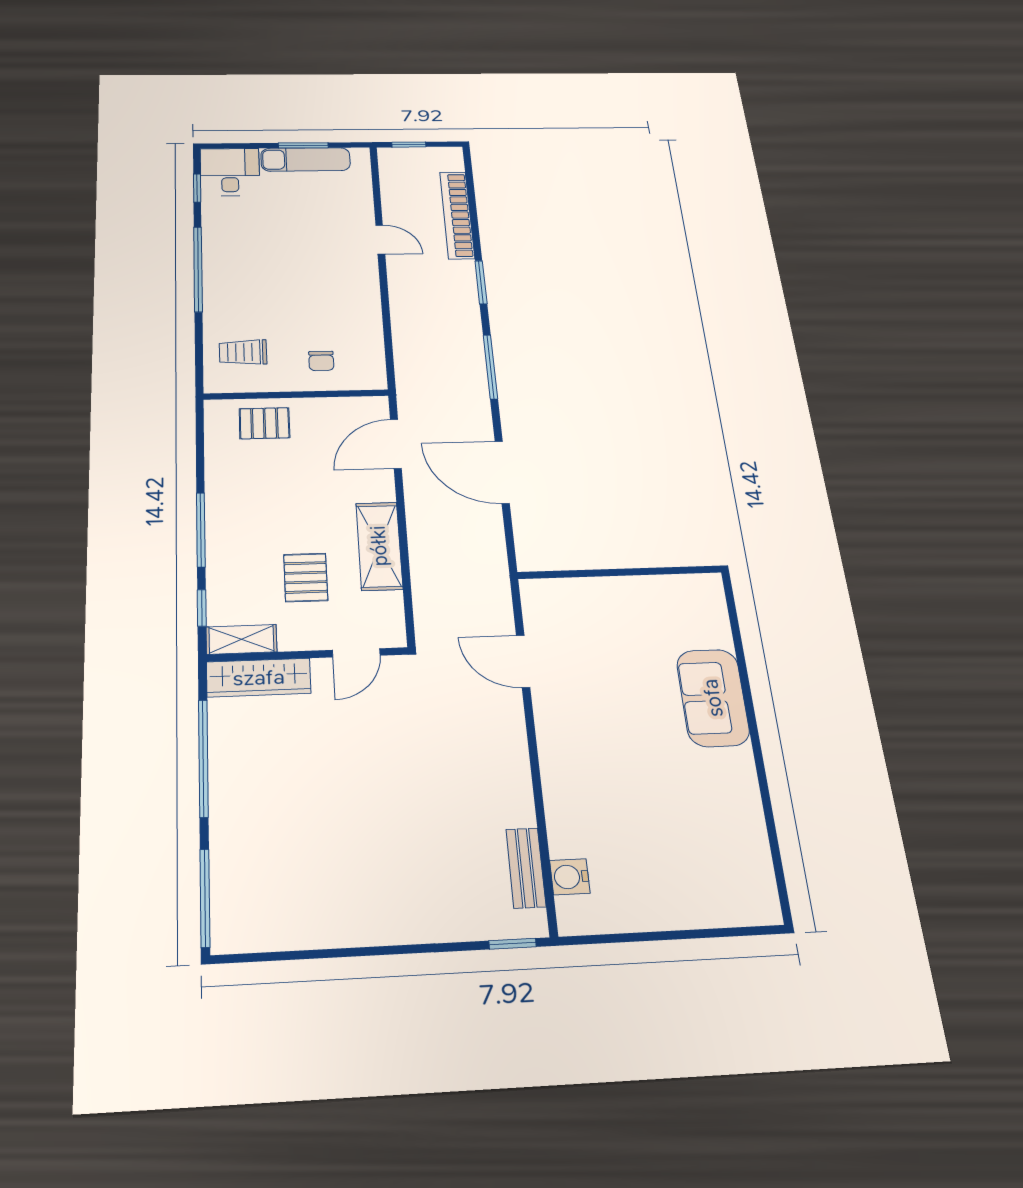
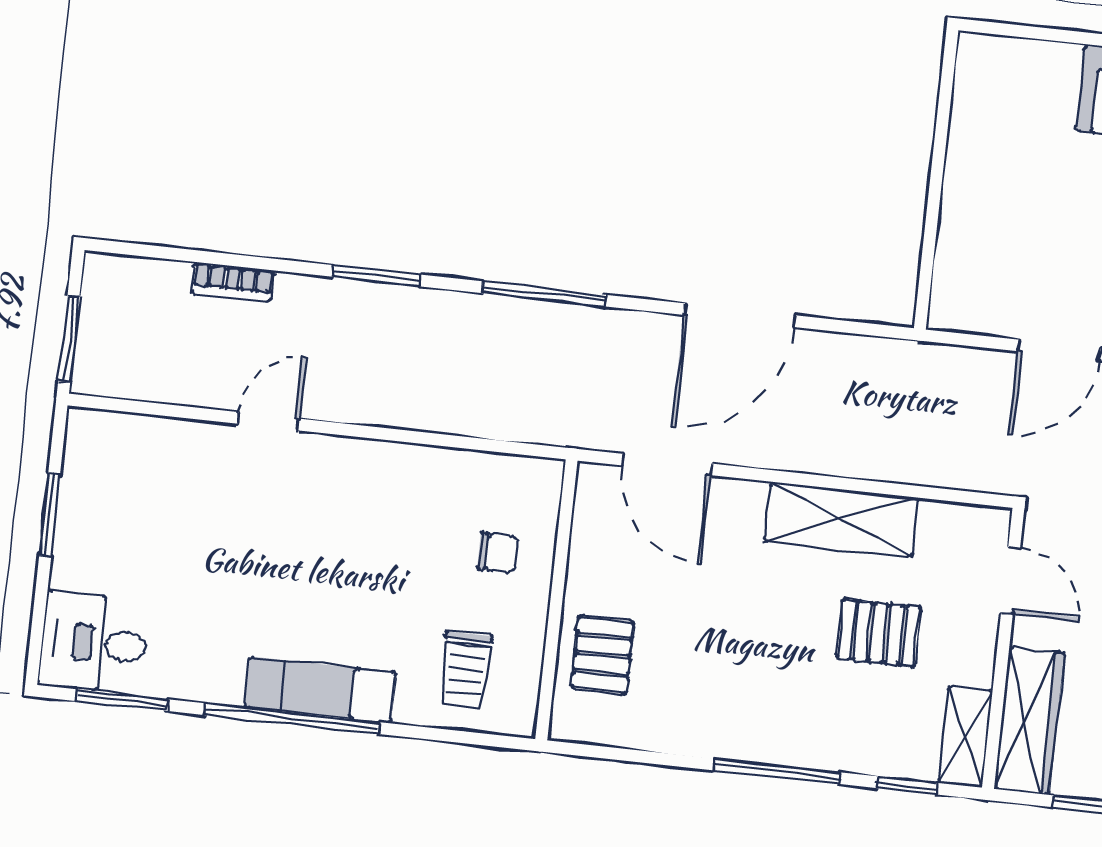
window: (409, 145) -> (69, 339), width x1.50
exam couch: (306, 159) -> (320, 690), moved, turned -90
window: (197, 188) -> (122, 700), width x1.50
bookcase: (457, 215) -> (233, 282), width x0.43, depth x0.76

